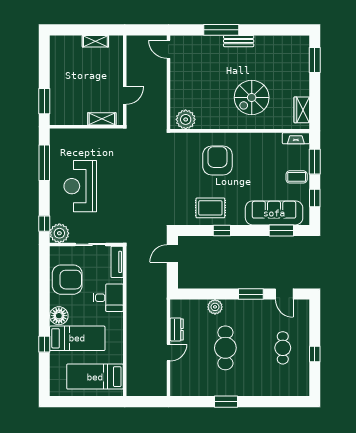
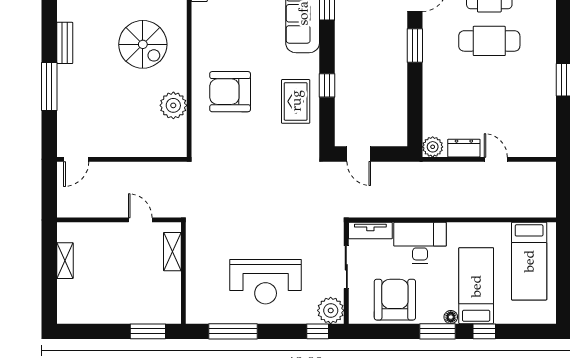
bench: (239, 41) -> (65, 43), moved
plant: (186, 119) -> (173, 105), moved
desk: (108, 298) -> (420, 243), width x1.37
plant: (215, 307) -> (433, 147), moved
window: (44, 310) -> (438, 331), added
floor lamp: (59, 316) -> (451, 317), width x0.53, depth x0.53
cafe table: (225, 348) -> (489, 41), moved

